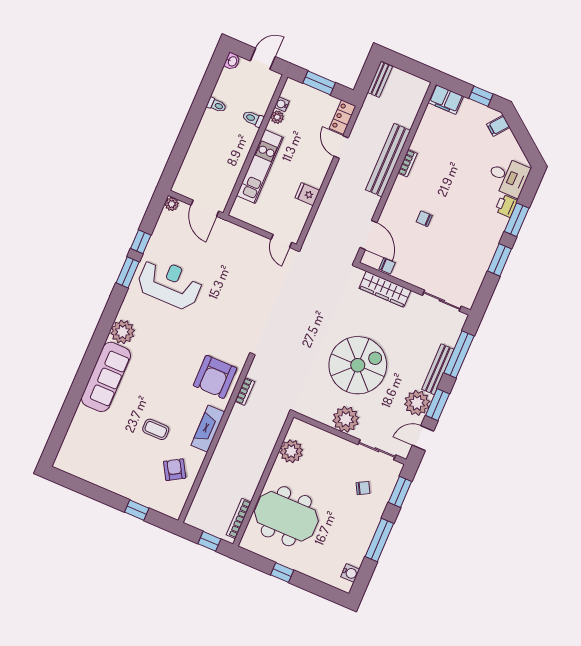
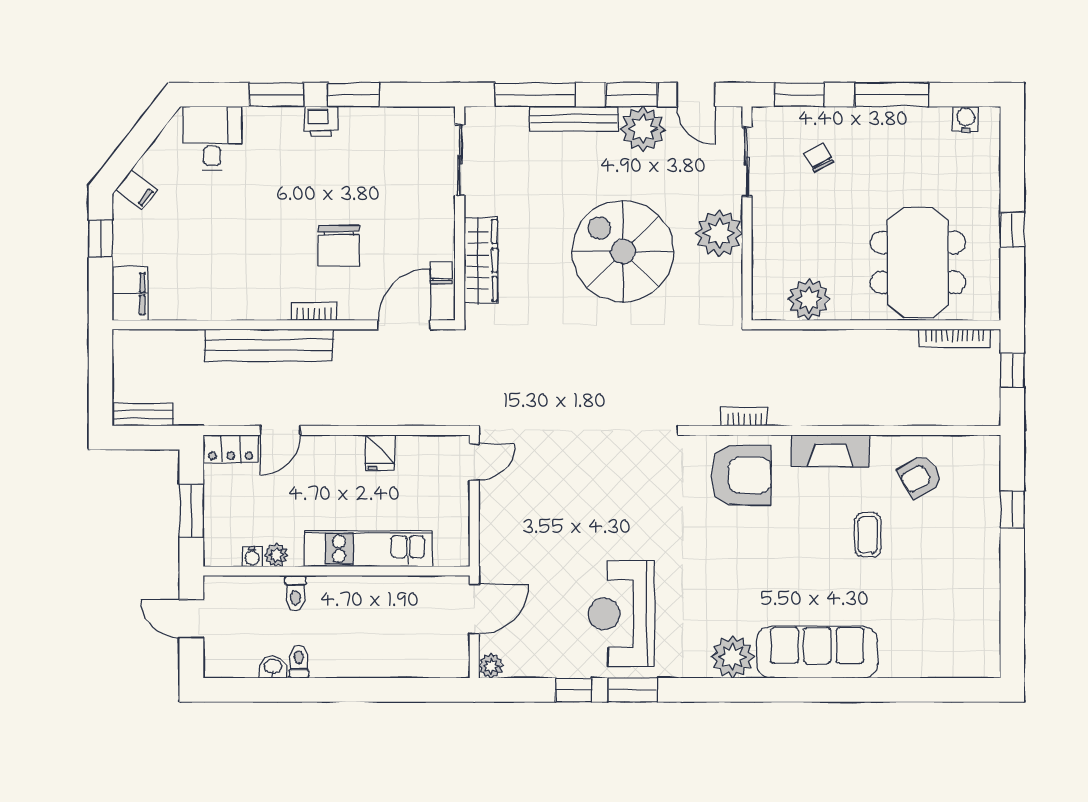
washbasin: (232, 61) -> (273, 667), moved
bookcase: (408, 163) -> (314, 311), moved
printer: (506, 206) -> (321, 122), moved
chair: (424, 219) -> (339, 246), width x1.87, depth x1.87

